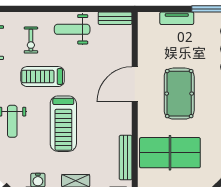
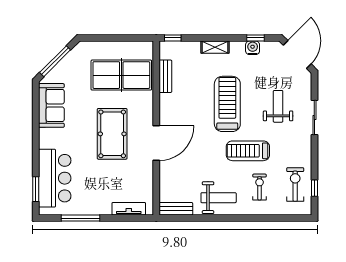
tv unit: (177, 18) -> (129, 209), moved
treadmill: (43, 77) -> (248, 151), turned 180
bench: (126, 158) -> (165, 76), width x0.73

